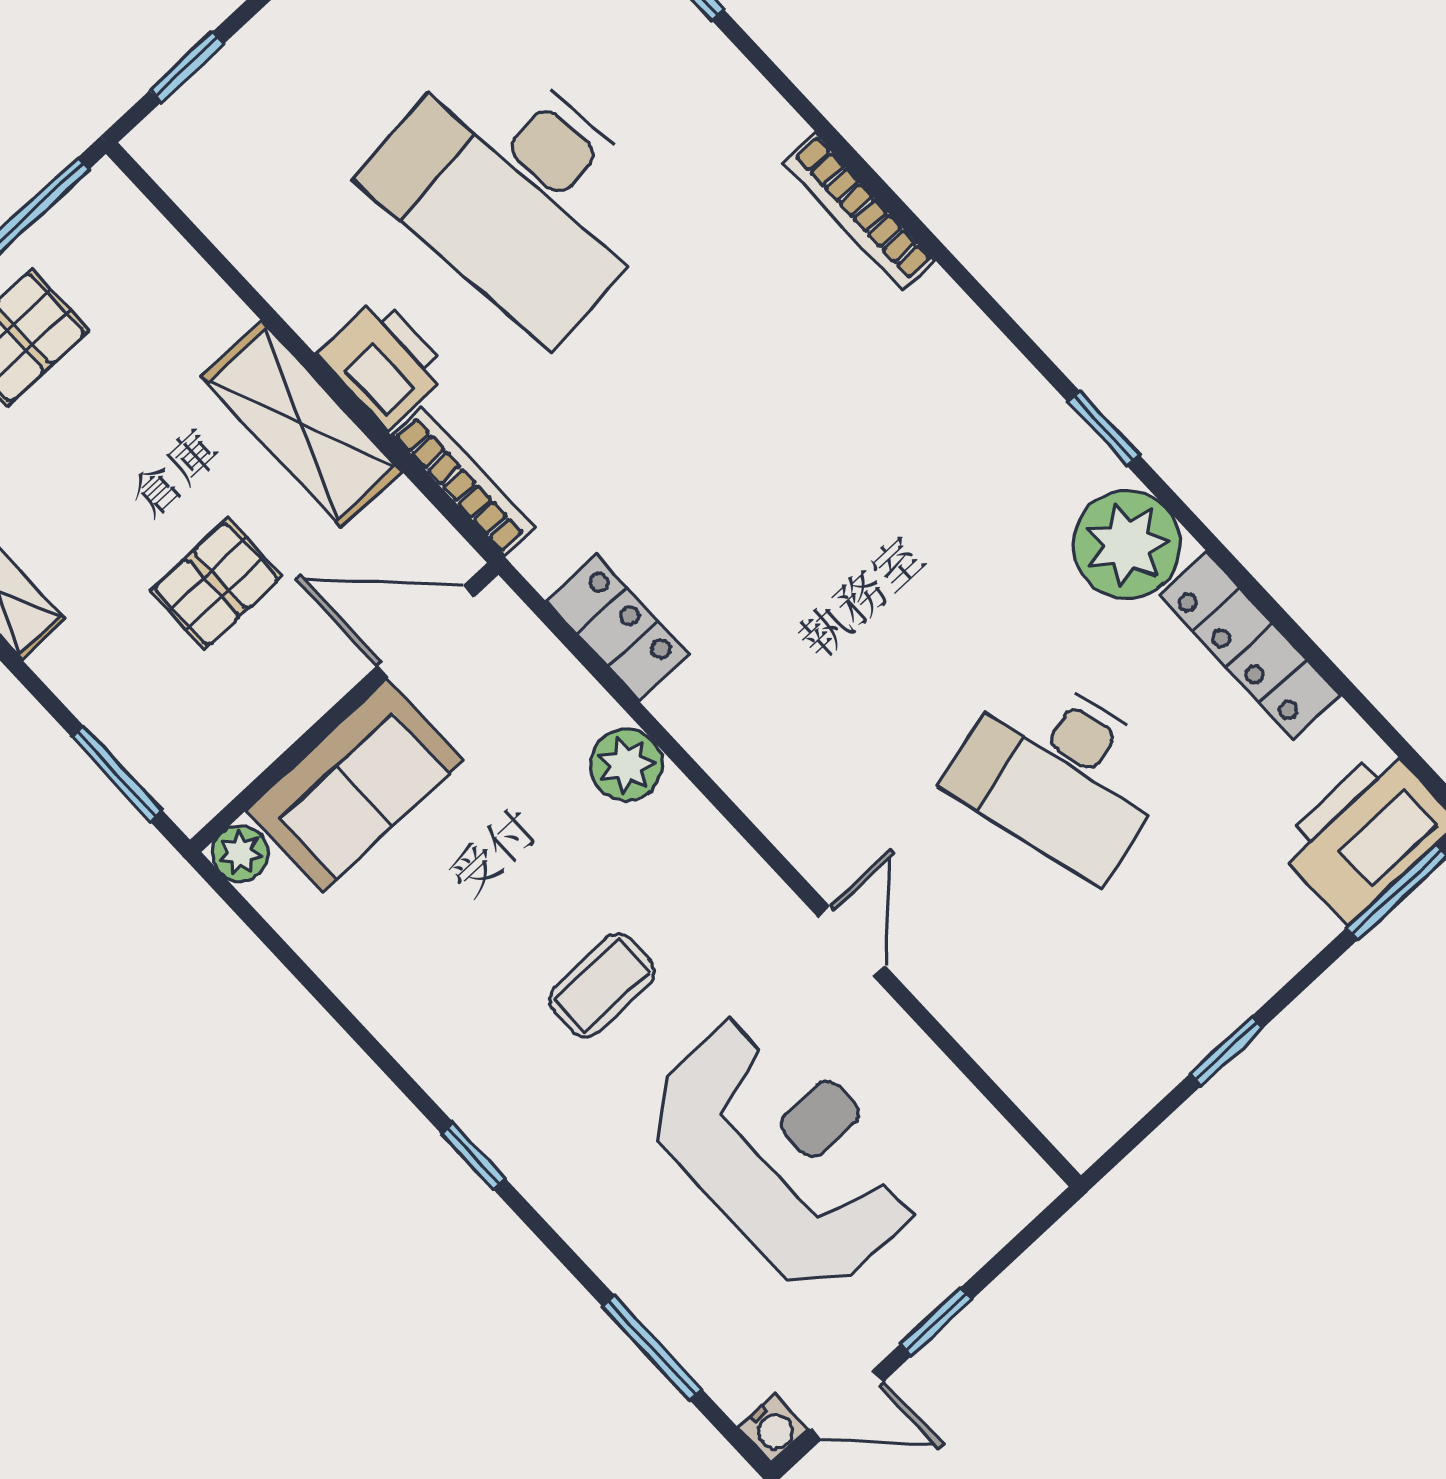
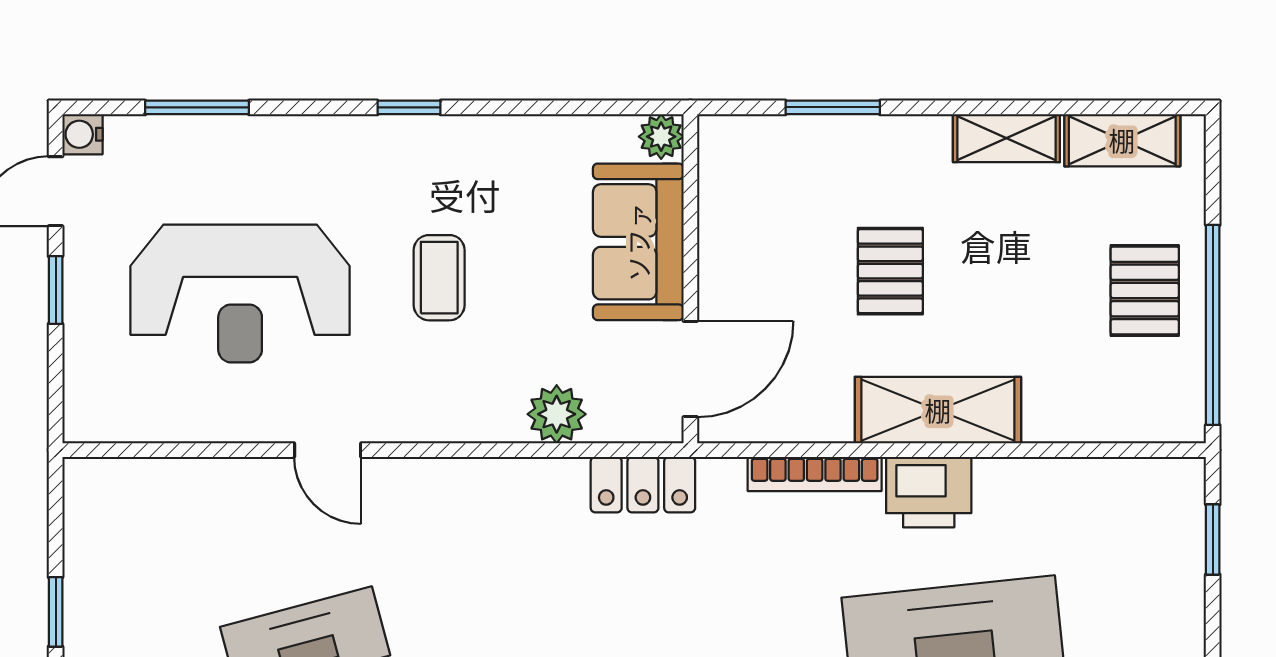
door: (426, 631) -> (690, 369), moved
wall: (344, 707) -> (690, 279), moved
sofa: (355, 785) -> (638, 242), moved
plant: (240, 853) -> (661, 137), moved

